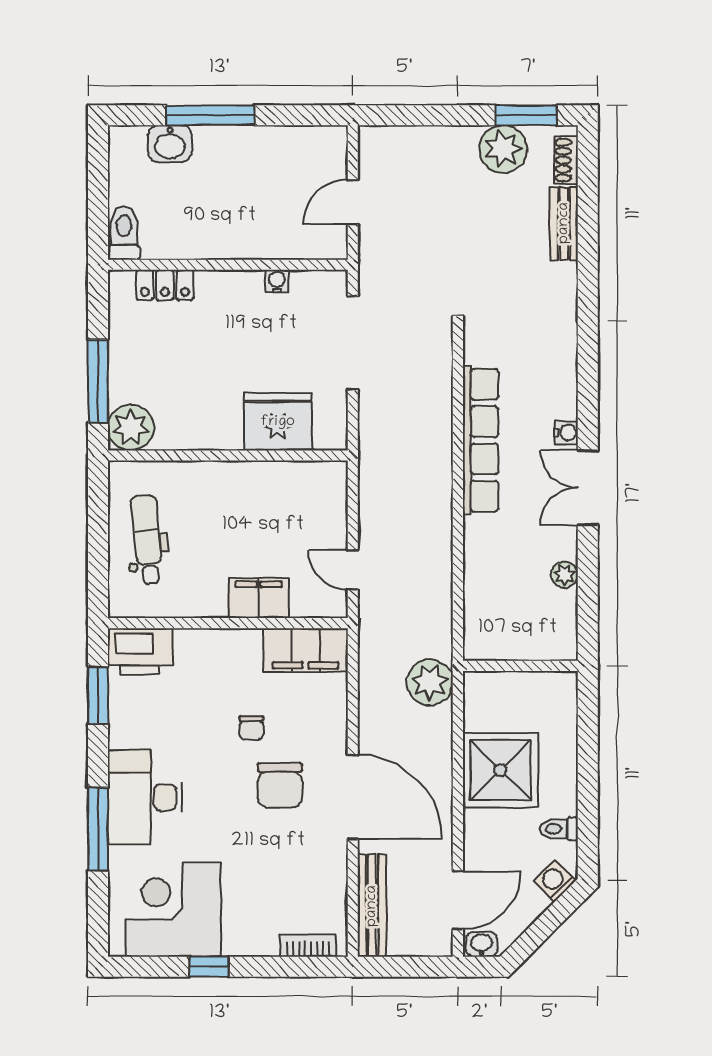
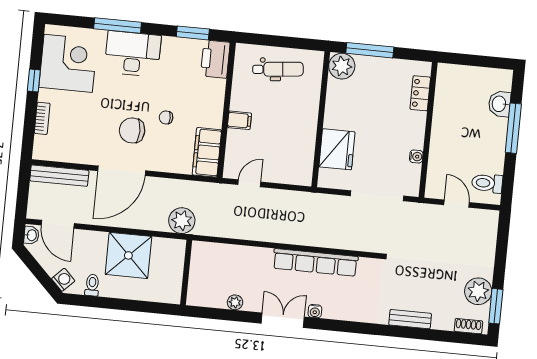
bench: (564, 223) -> (410, 319), moved
toilet: (124, 233) -> (487, 183), moved, turned 180
filing cabinet: (259, 598) -> (239, 120), width x0.50
bookcase: (308, 946) -> (42, 118), moved

